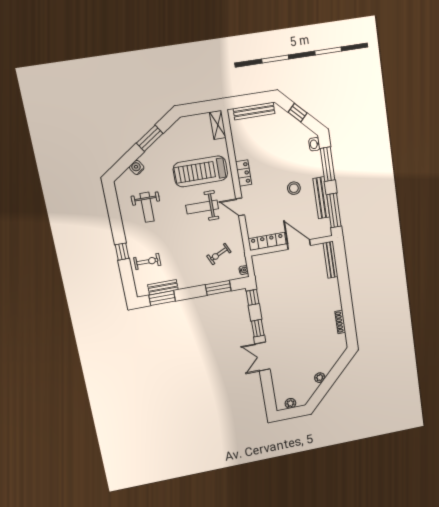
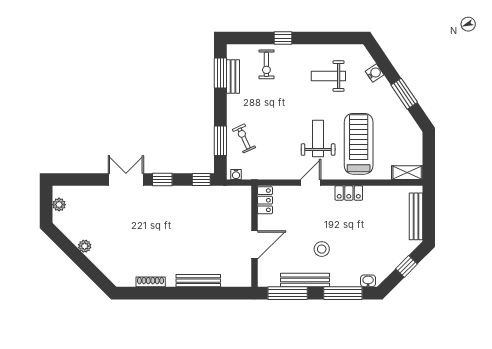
locker: (267, 241) -> (265, 200), width x0.66
exercise bike: (219, 254) -> (244, 138), moved
bench: (331, 260) -> (198, 281), moved

